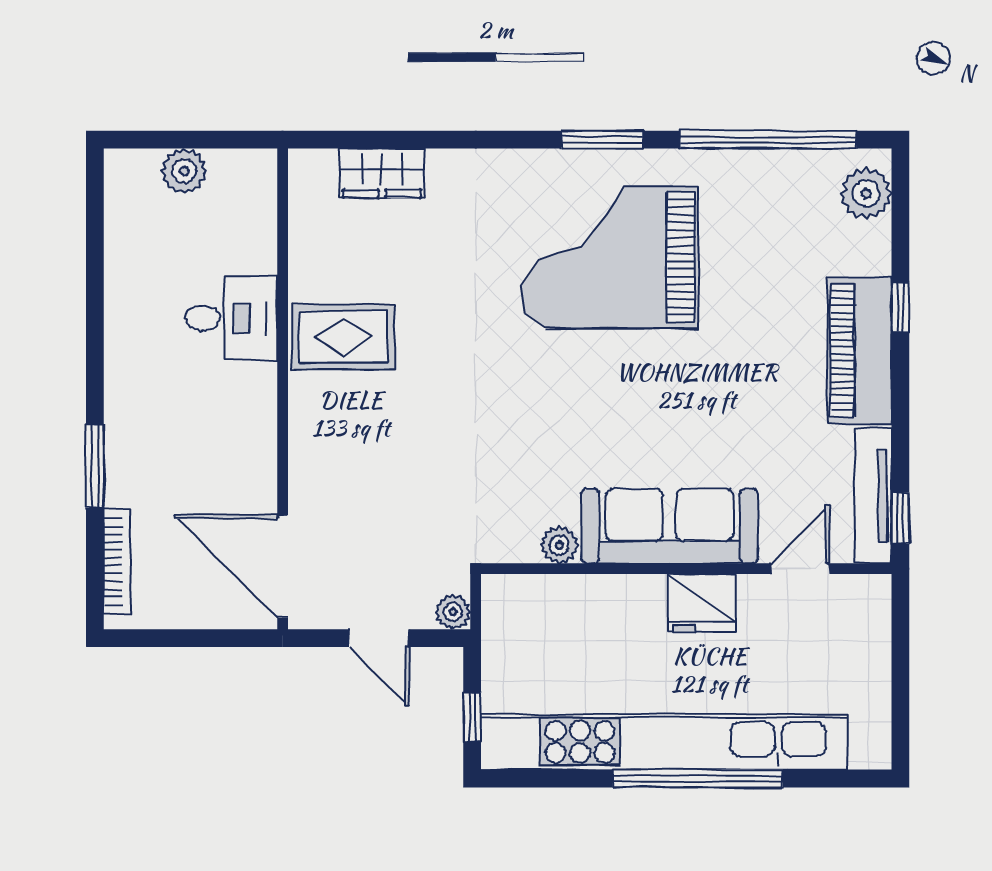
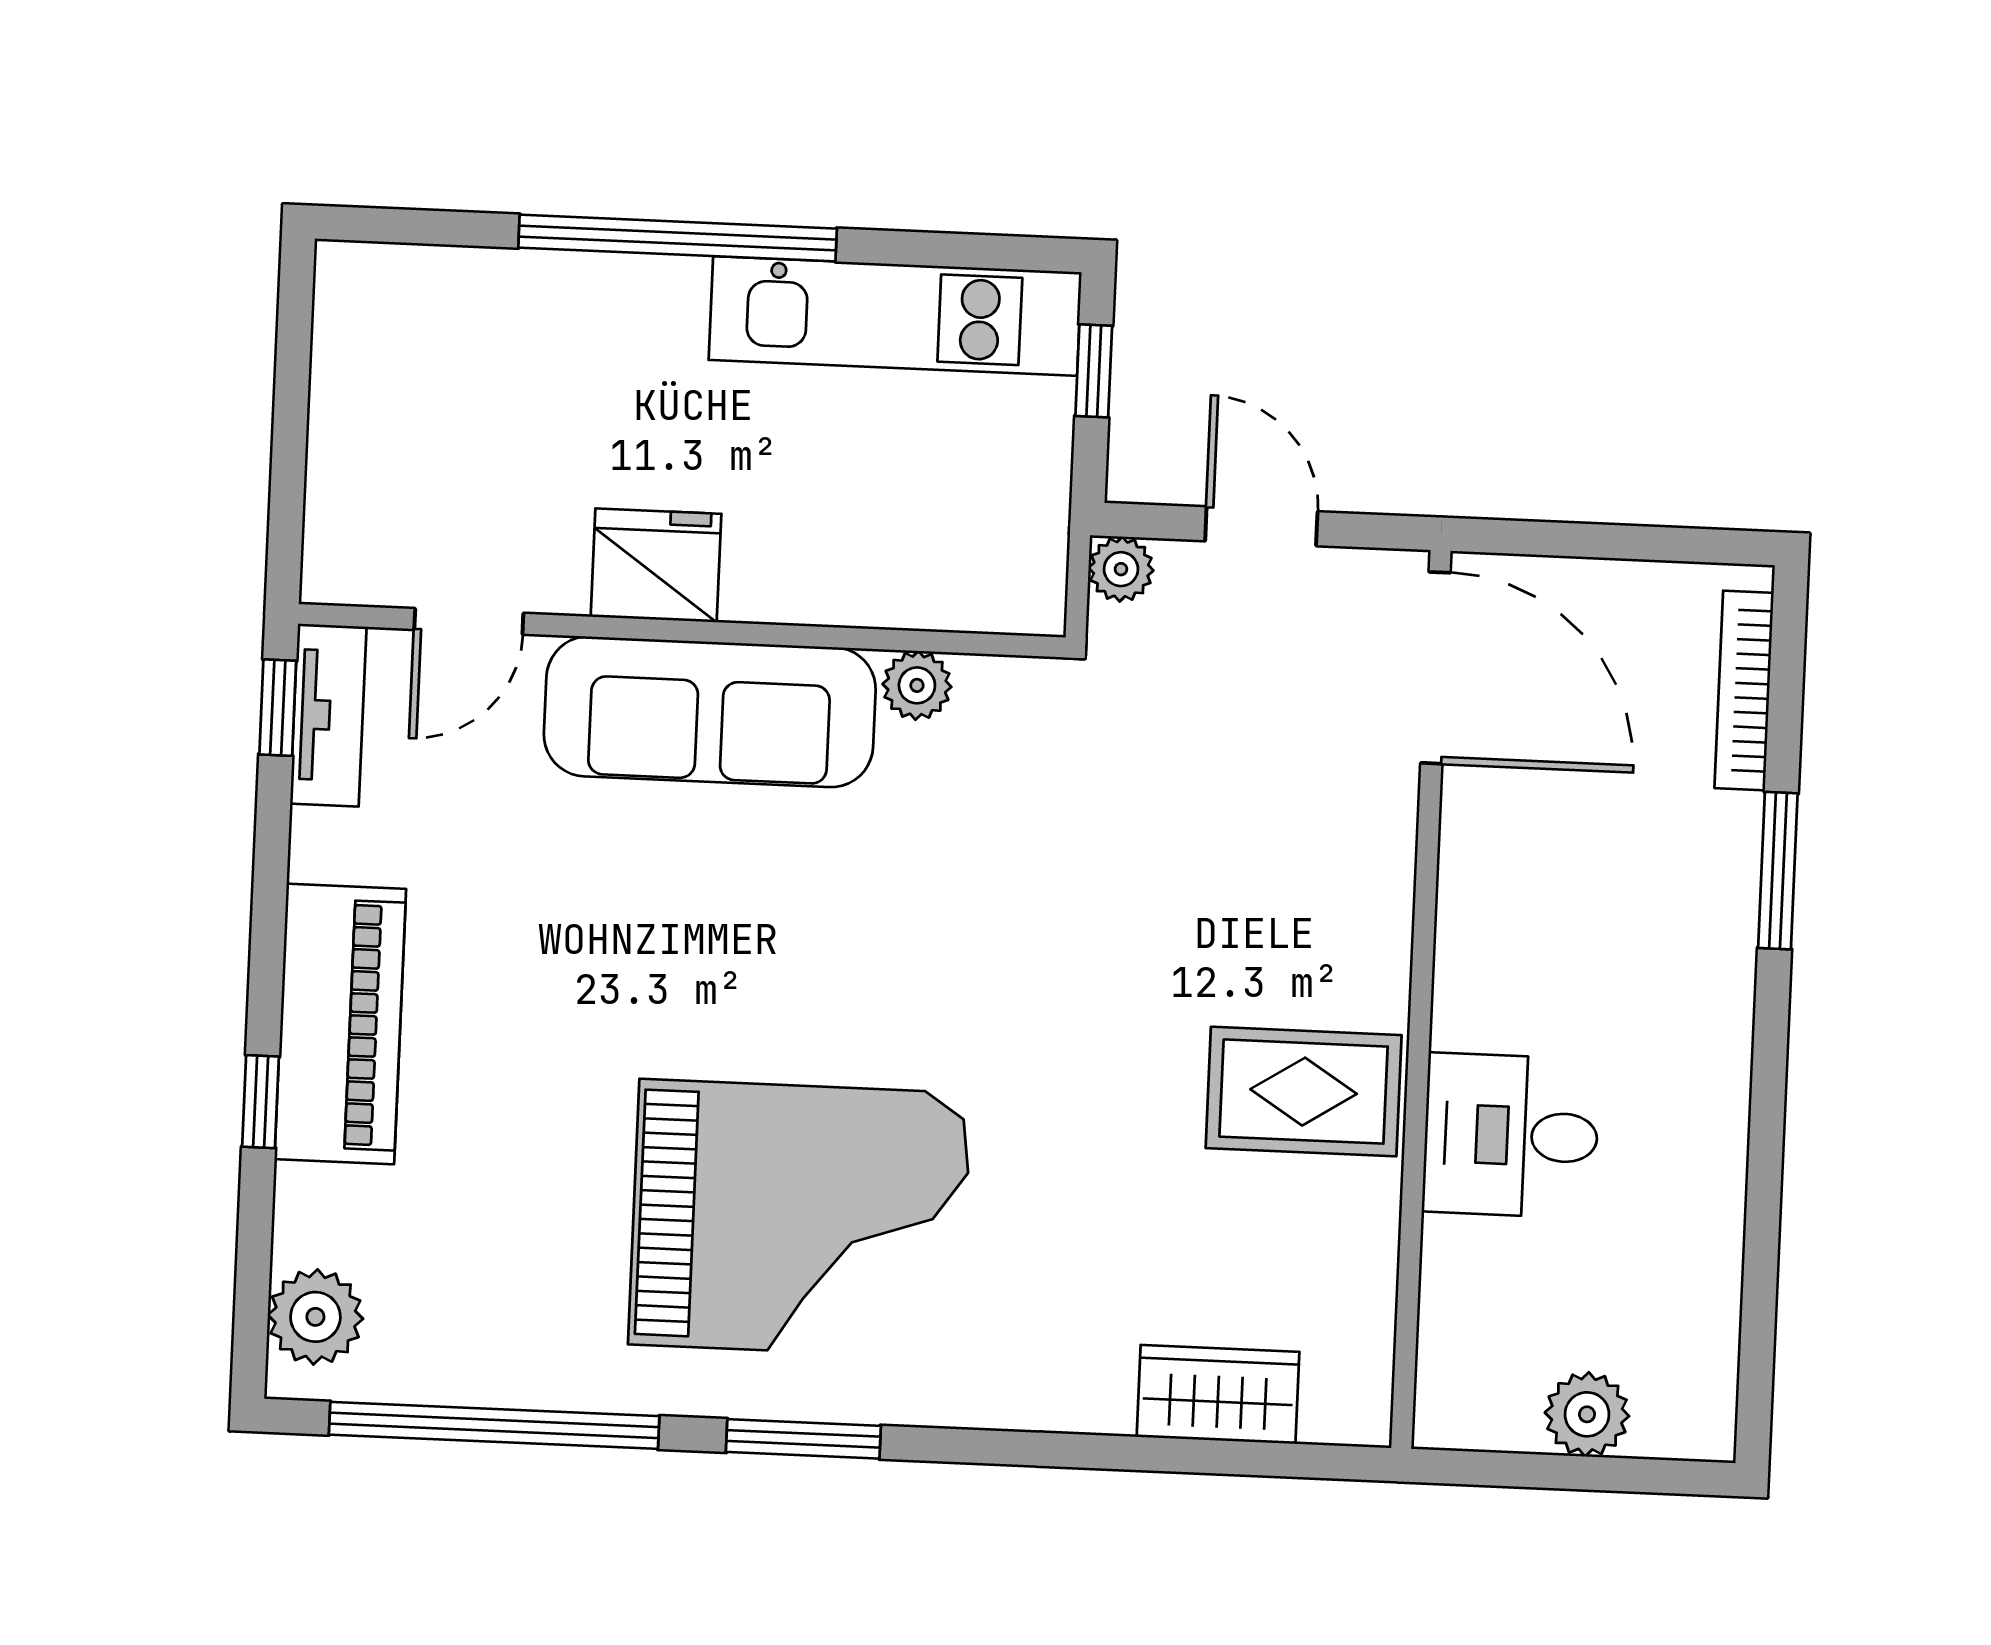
tv unit: (873, 496) -> (328, 715), width x0.71
kitchen unit: (664, 742) -> (895, 316), width x0.54

